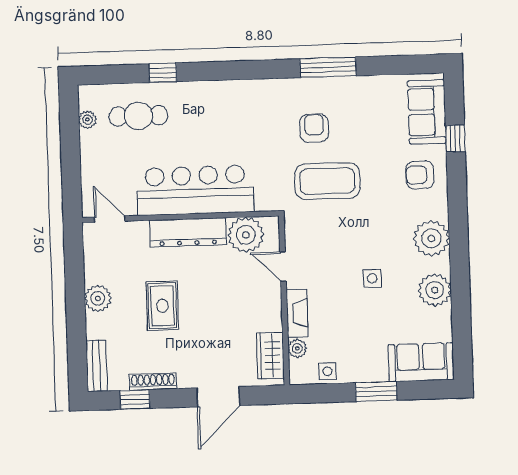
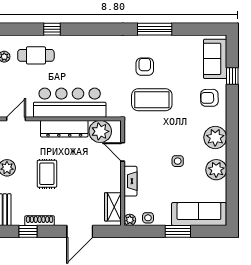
door: (110, 219) -> (16, 119), hinge flipped
plant: (297, 348) -> (130, 220), moved
sofa: (421, 362) -> (199, 214), width x1.36

